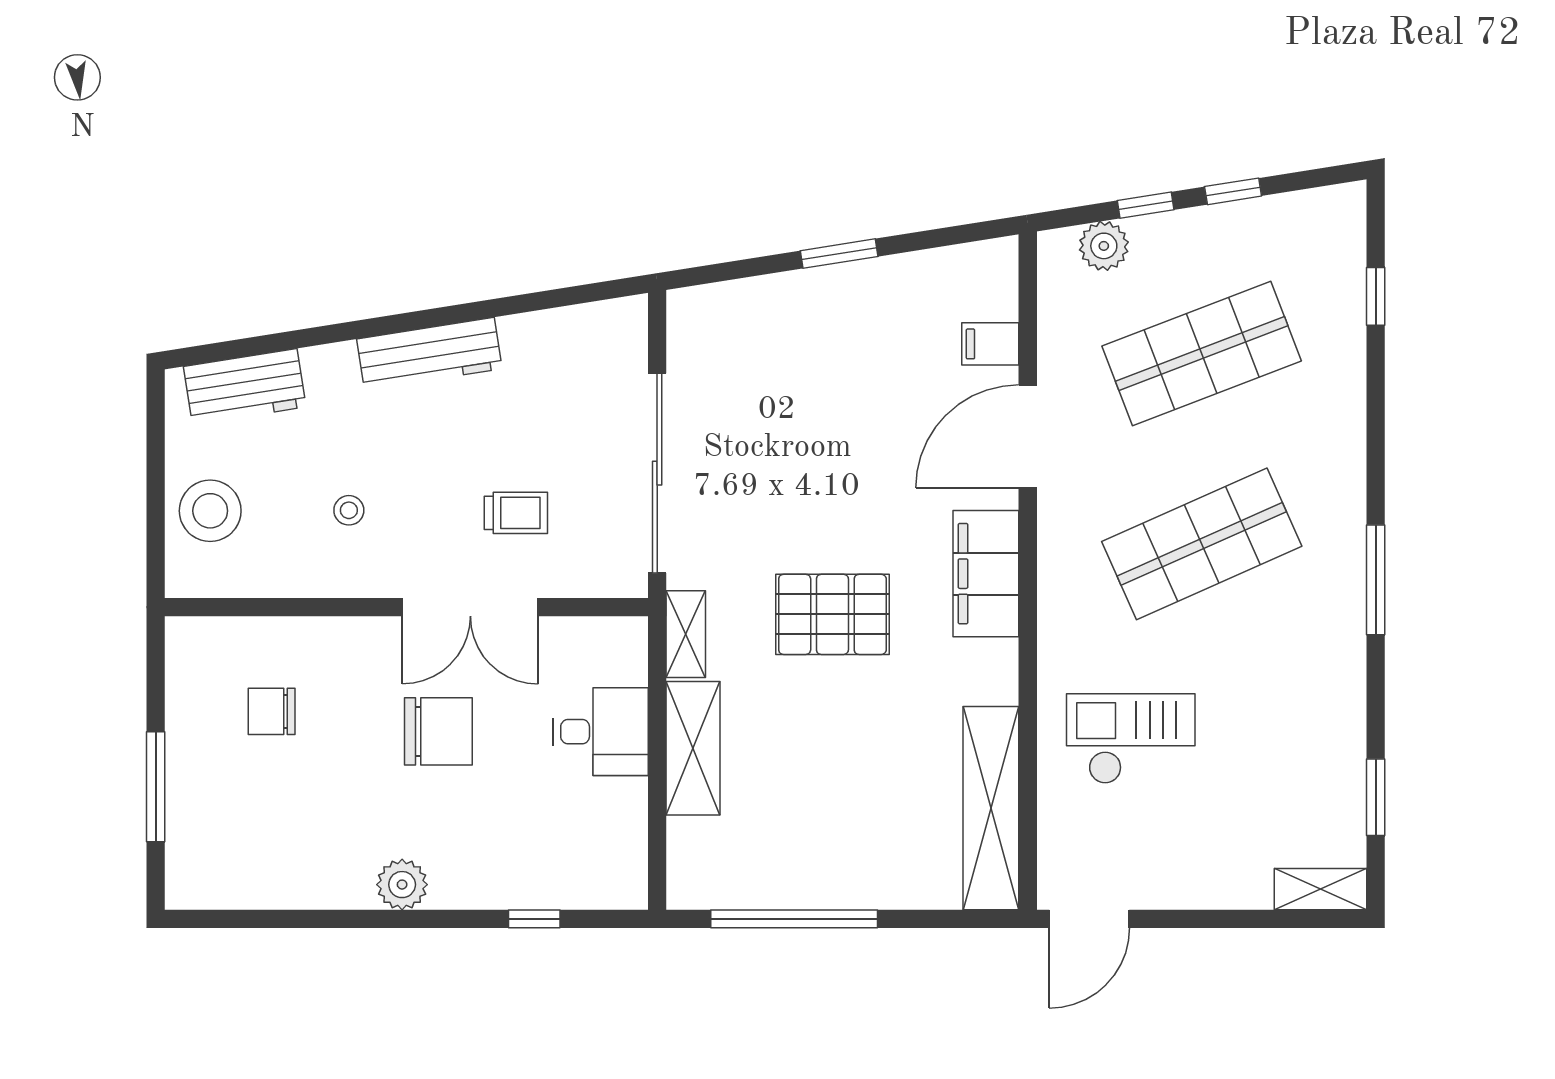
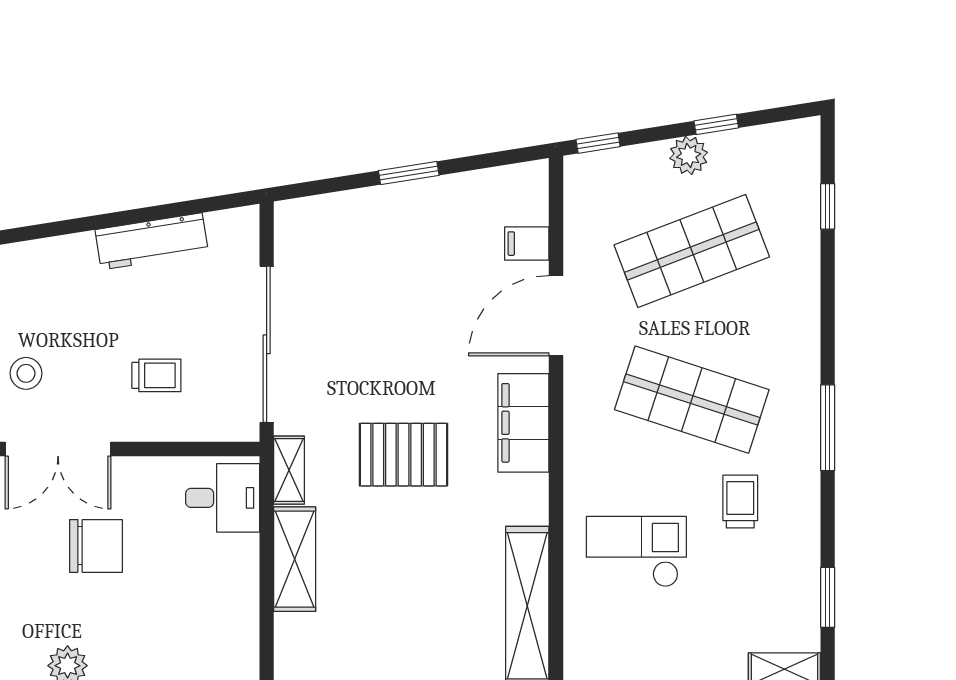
window: (1146, 205) -> (598, 143), moved
plant: (1104, 246) -> (689, 155), moved
workbench: (429, 354) -> (152, 241), moved
stool: (349, 510) -> (26, 373), width x1.37, depth x1.37
shop shelf: (1202, 544) -> (692, 400), turned 42
double door: (470, 607) -> (58, 449), moved
trolley: (1264, 675) -> (740, 502), added
desk: (601, 732) -> (223, 498), moved

